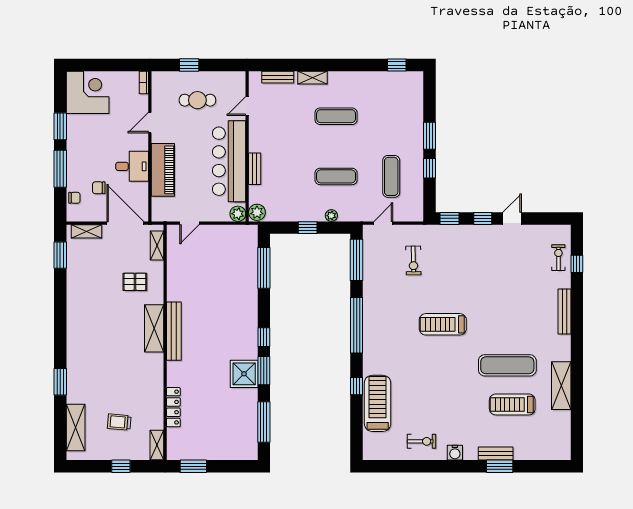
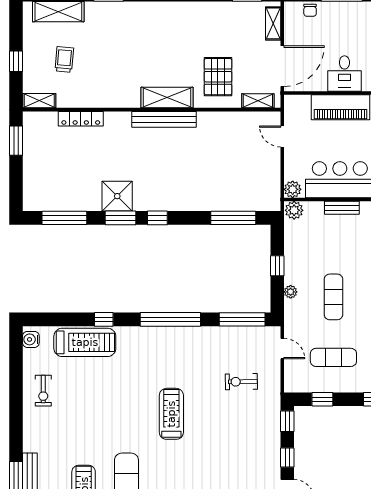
window: (429, 168) -> (322, 399), moved
chair: (99, 188) -> (321, 37), removed
pallet: (135, 282) -> (218, 77), width x1.50, depth x1.42
water cooler: (455, 453) -> (31, 339), moved

